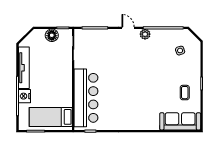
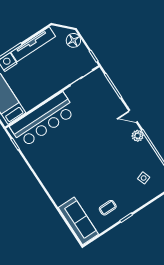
door: (128, 28) -> (133, 116), swing flipped
floor lamp: (52, 35) -> (73, 40), moved

